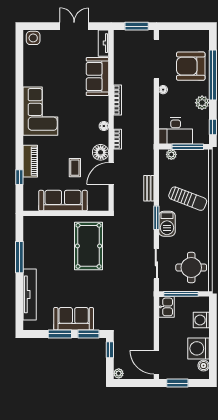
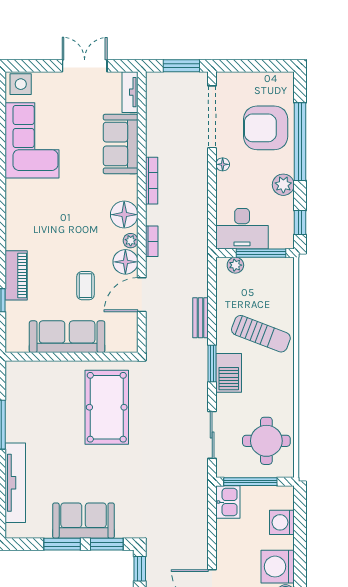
corner sofa: (40, 111) -> (32, 140), moved
floor lamp: (104, 126) -> (124, 215), width x1.89, depth x1.89
plant: (104, 139) -> (131, 241), added

